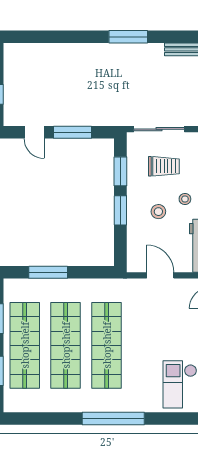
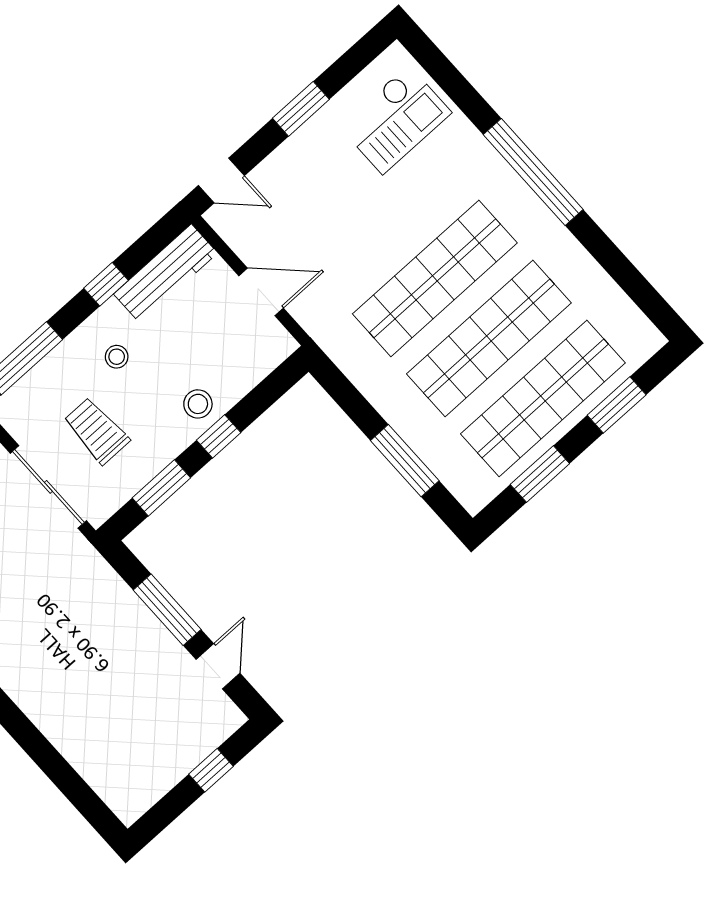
window: (120, 210) -> (219, 436), width x0.67
stool: (158, 212) -> (198, 404), moved
door: (160, 275) -> (261, 292), swing flipped

